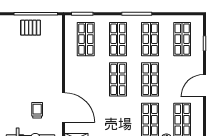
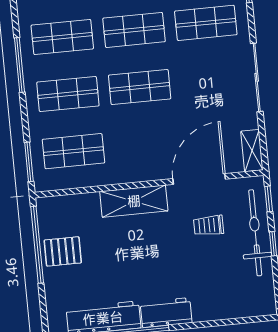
pallet: (31, 28) -> (63, 251), turned 90
shelving: (55, 70) -> (134, 201), added

